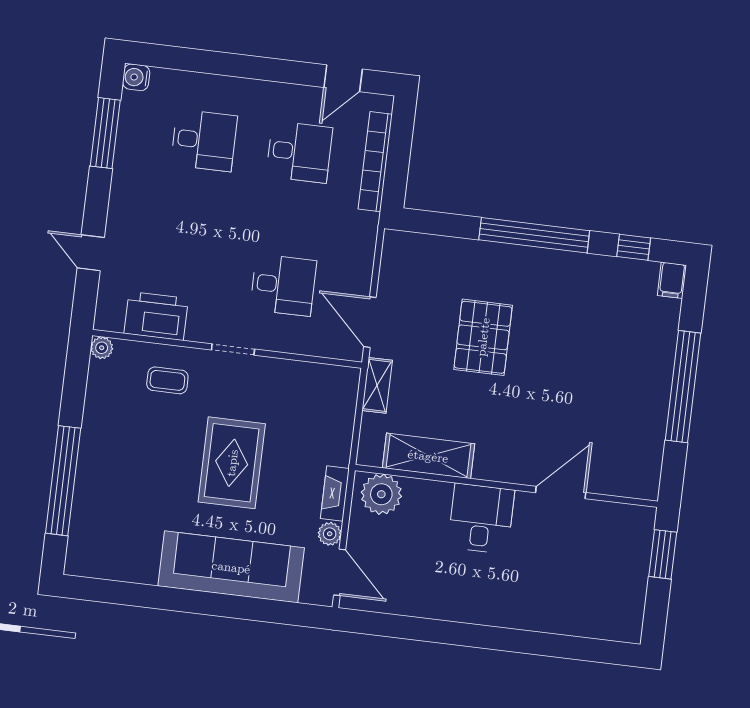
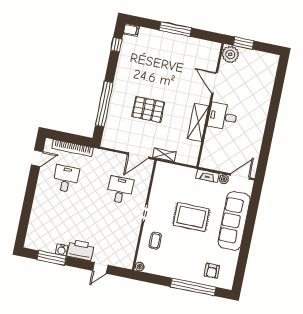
water cooler: (136, 77) -> (62, 250), moved
door: (343, 78) -> (37, 158), hinge flipped
desk: (204, 140) -> (58, 218), removed
window: (534, 235) -> (104, 104), moved
printer: (156, 316) -> (80, 250), moved, turned 90
window: (683, 387) -> (175, 29), width x0.68
shelving: (428, 456) -> (198, 122), moved
plant: (381, 494) -> (230, 54), moved
armchair: (106, 523) -> (212, 271), added

